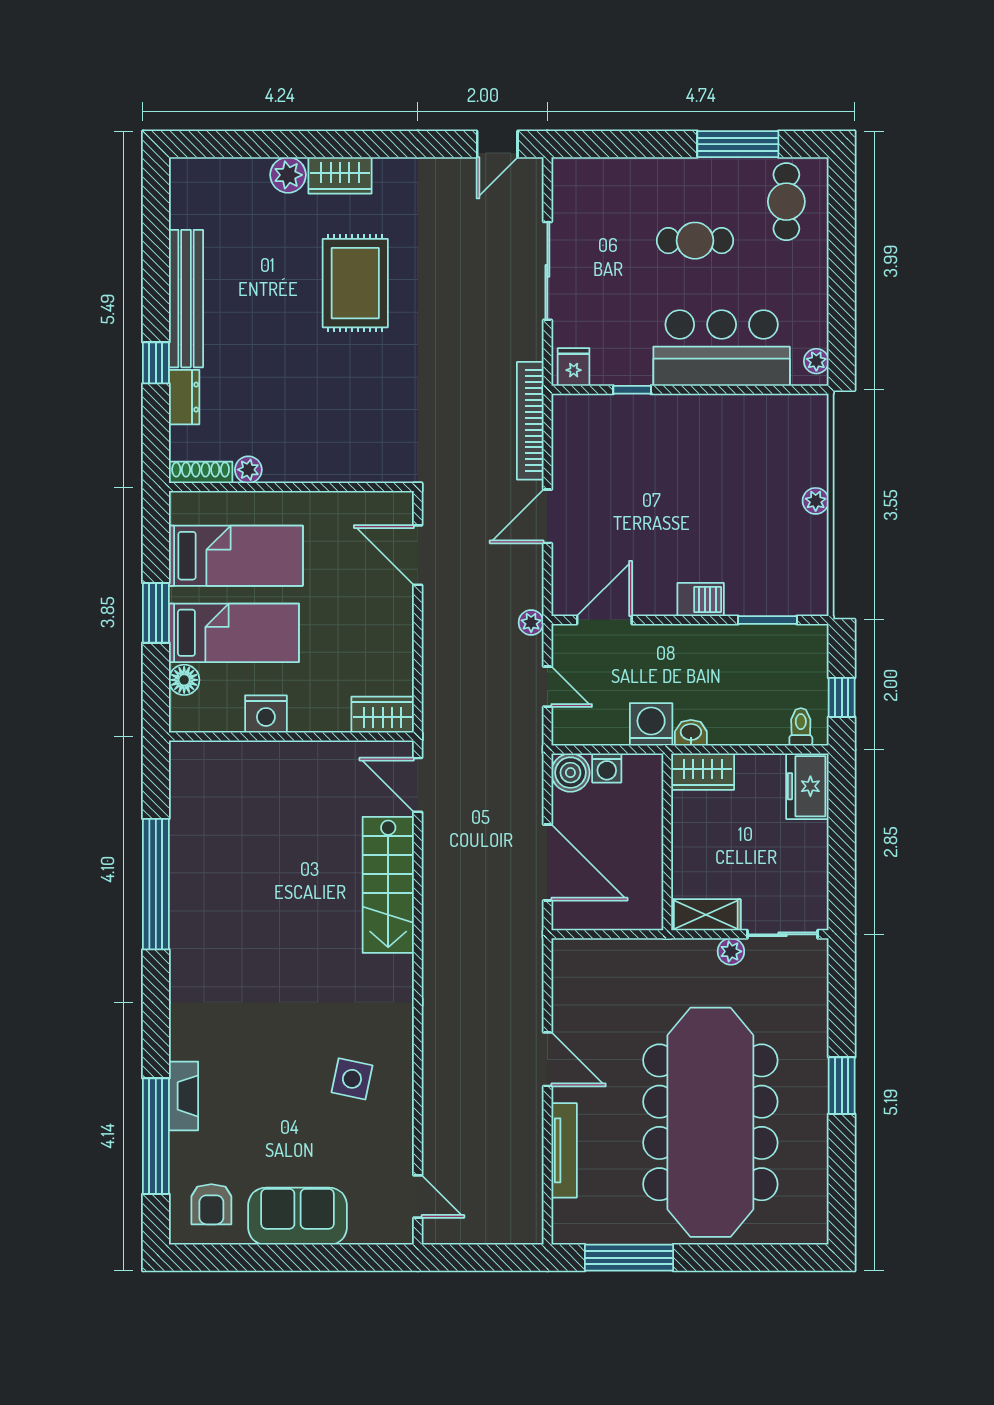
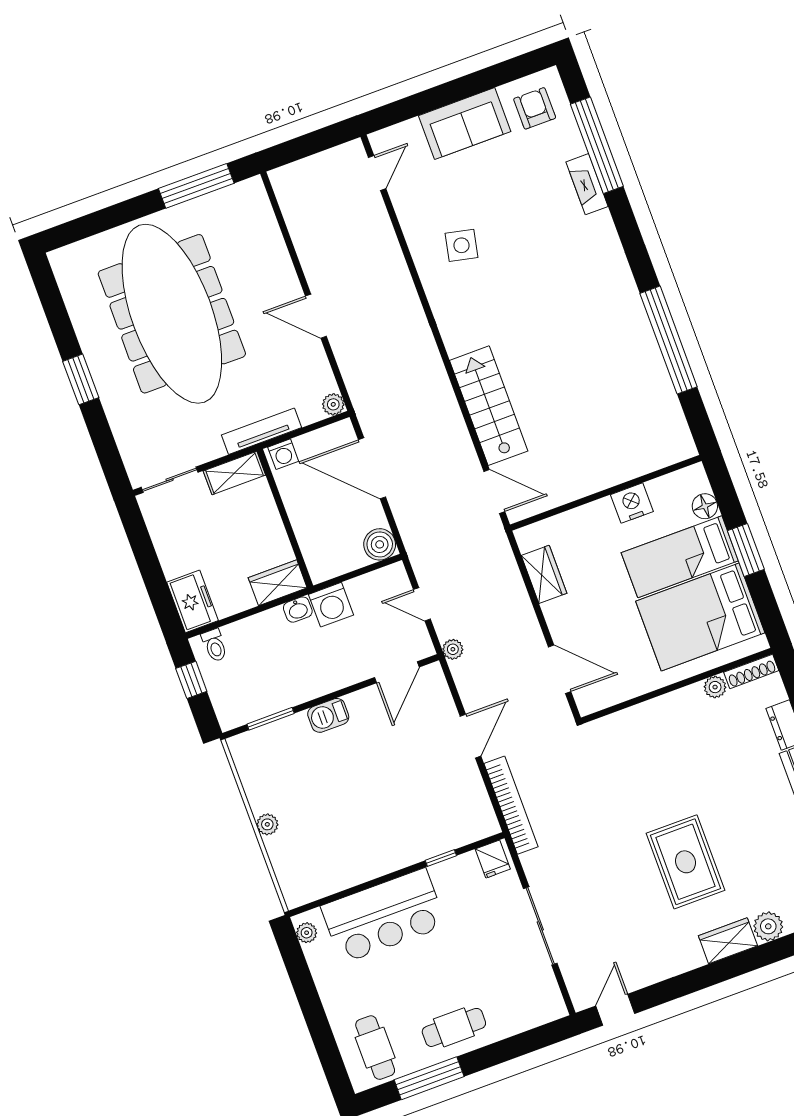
cafe table: (695, 241) -> (454, 1027), moved
bed: (236, 556) -> (700, 617), width x1.50
wardrobe: (383, 715) -> (544, 574), moved, turned -90
washing machine: (607, 768) -> (283, 454), moved, turned 180
plant: (731, 951) -> (333, 404), moved
tv unit: (564, 1150) -> (262, 431), moved, turned 90
door: (418, 1197) -> (377, 173), swing flipped

